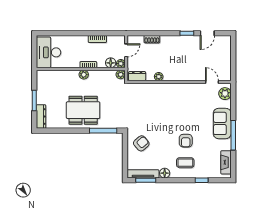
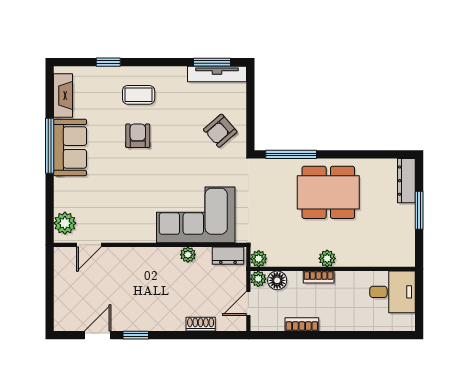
desk: (49, 52) -> (392, 292), width x0.73
door: (212, 82) -> (89, 245), hinge flipped
corner sofa: (154, 98) -> (196, 215), added
sofa: (222, 123) -> (70, 147), moved
floor lamp: (165, 173) -> (177, 75), removed

